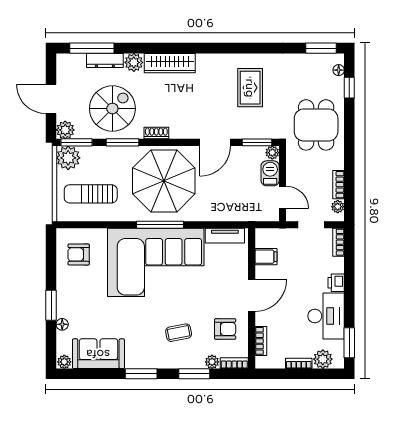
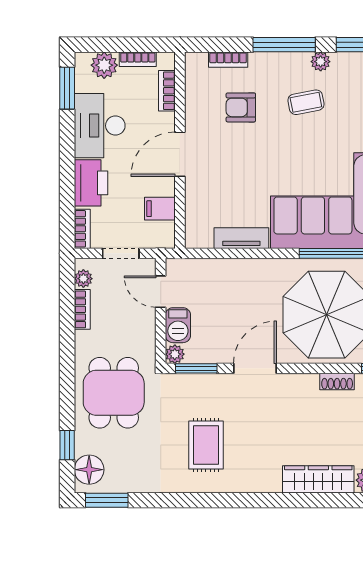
floor lamp: (339, 70) -> (89, 470), width x1.89, depth x1.89
filing cabinet: (266, 257) -> (160, 209), moved
printer: (336, 283) -> (91, 183), width x1.87, depth x1.48
door: (252, 296) -> (180, 154), moved
wall: (252, 298) -> (180, 150), moved
bookcase: (261, 341) -> (167, 91), moved
plant: (212, 362) -> (321, 62), moved
window: (194, 374) -> (284, 45), width x1.44

